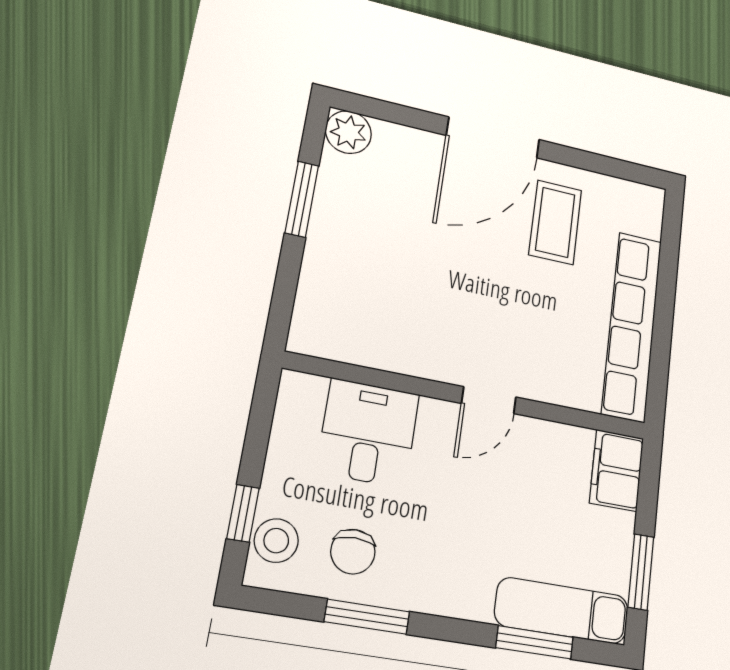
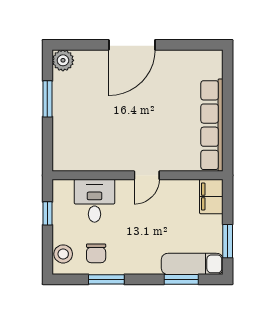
coffee table: (555, 222) -> (168, 81), removed
window: (243, 513) -> (47, 213), moved

